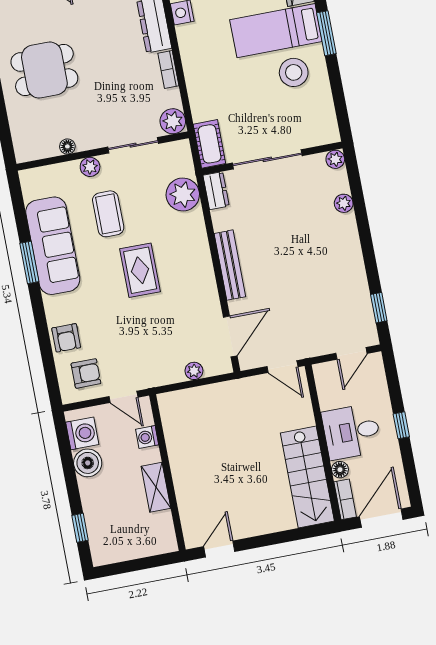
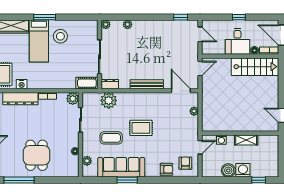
plant: (90, 167) -> (87, 161), moved
washing machine: (82, 433) -> (243, 170), moved

